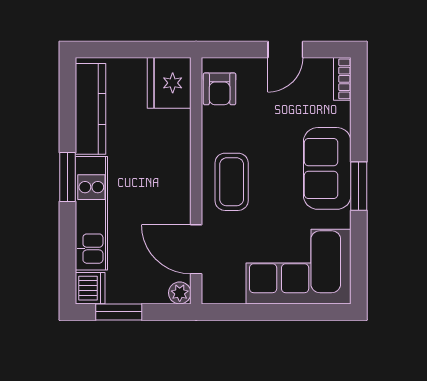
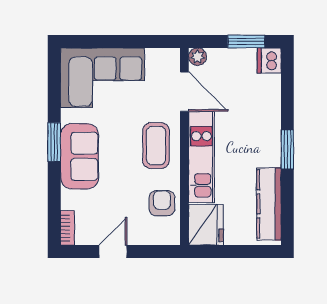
armchair: (220, 89) -> (162, 203), moved
kitchen unit: (91, 213) -> (201, 157), moved, turned 180

